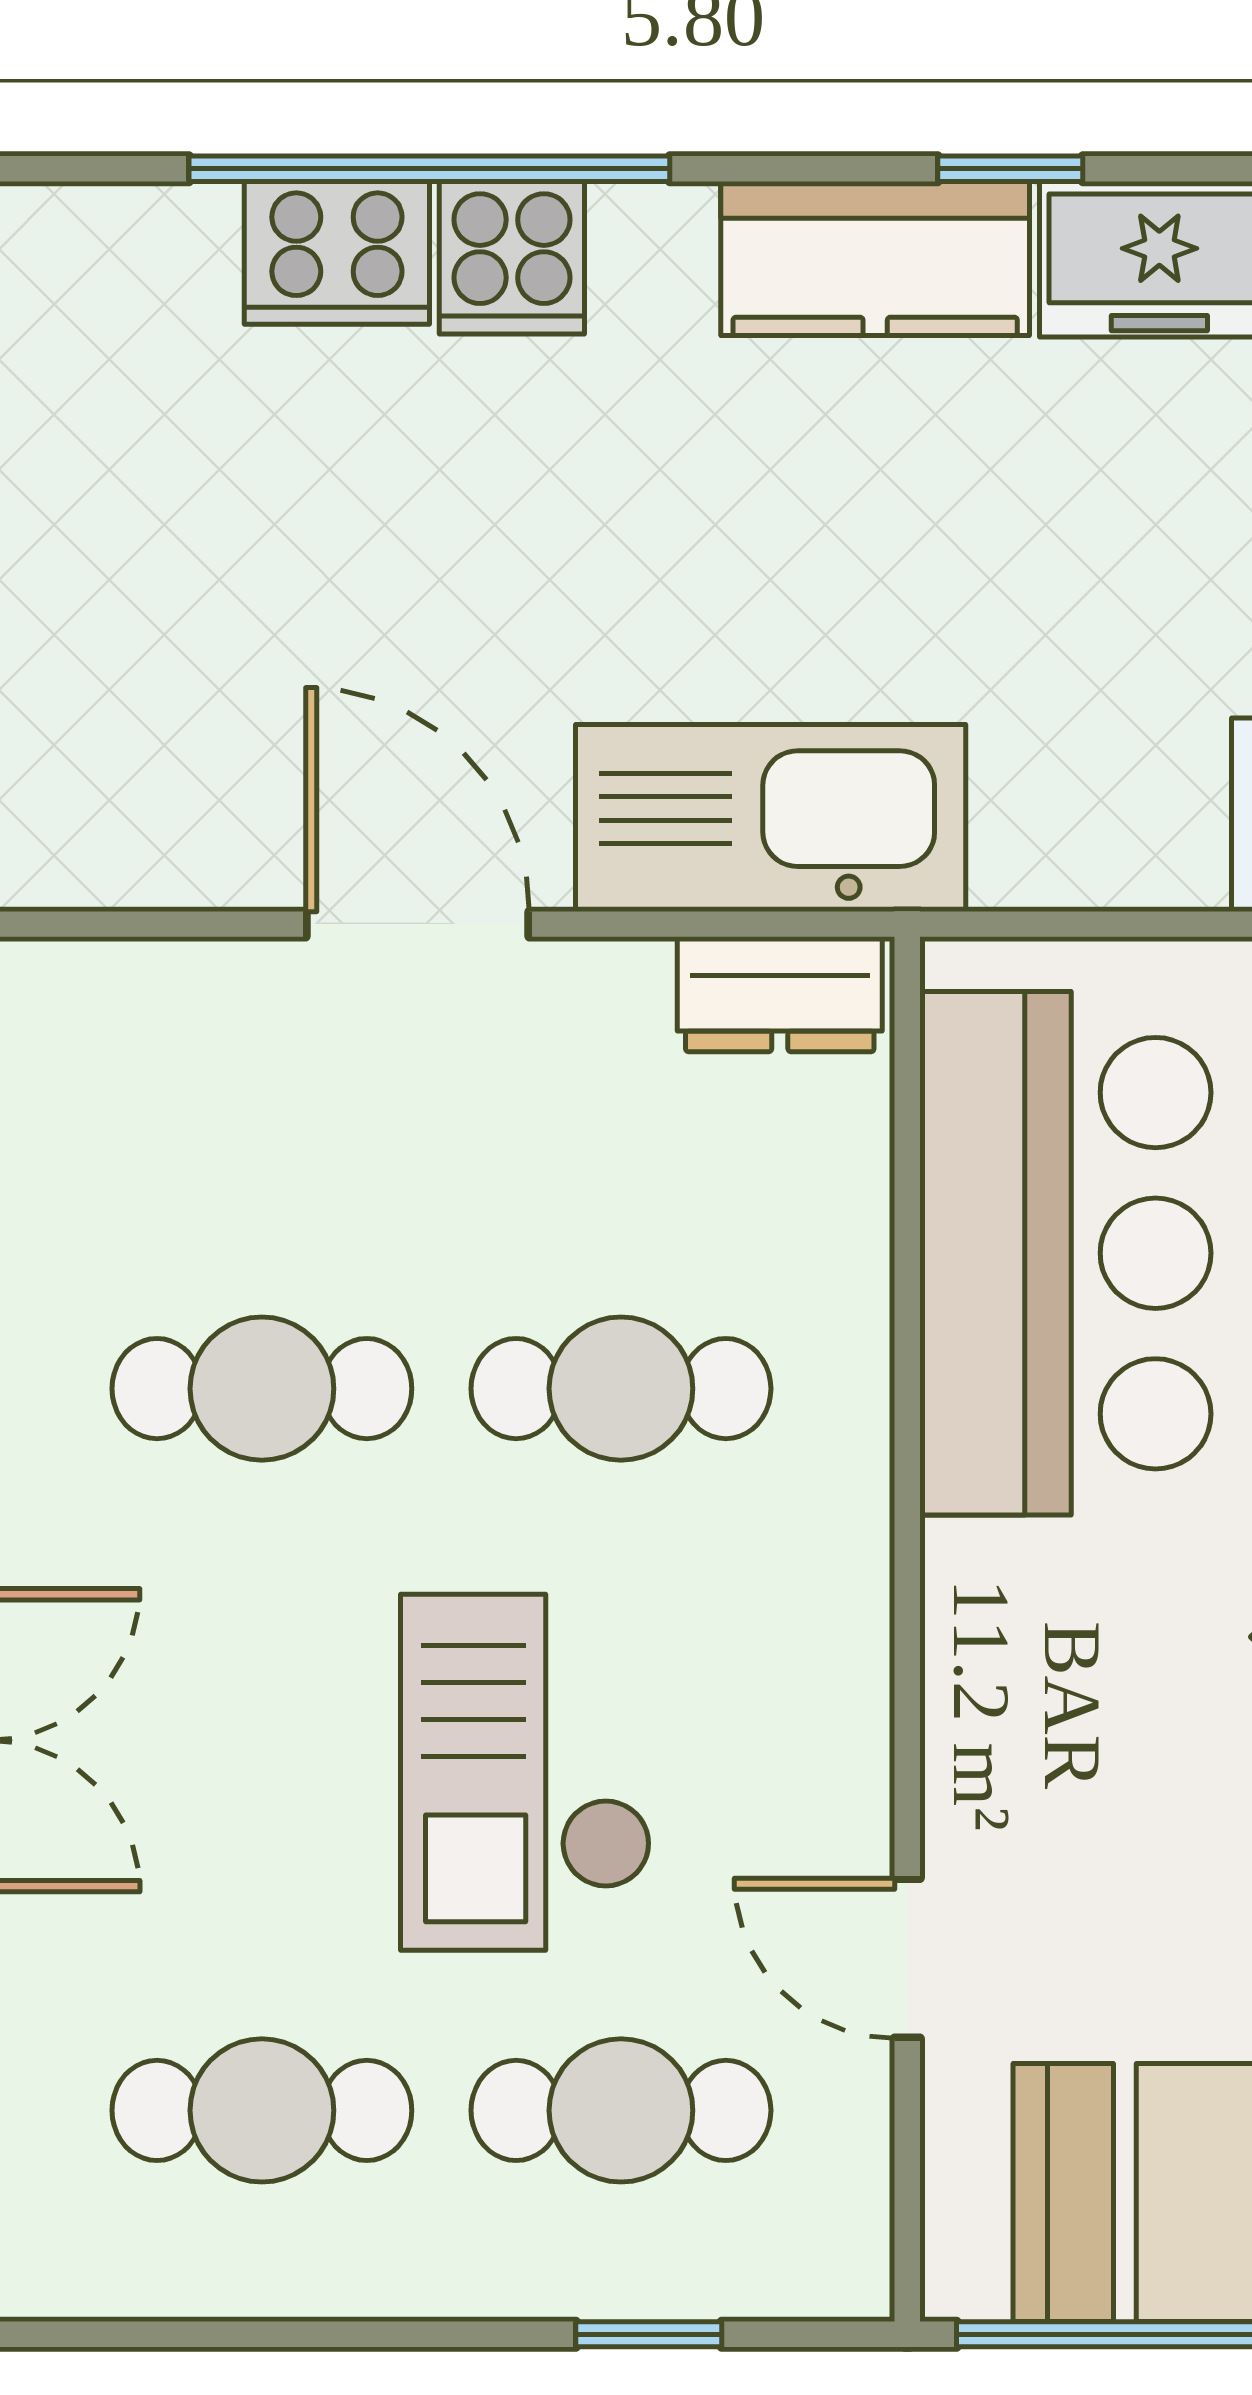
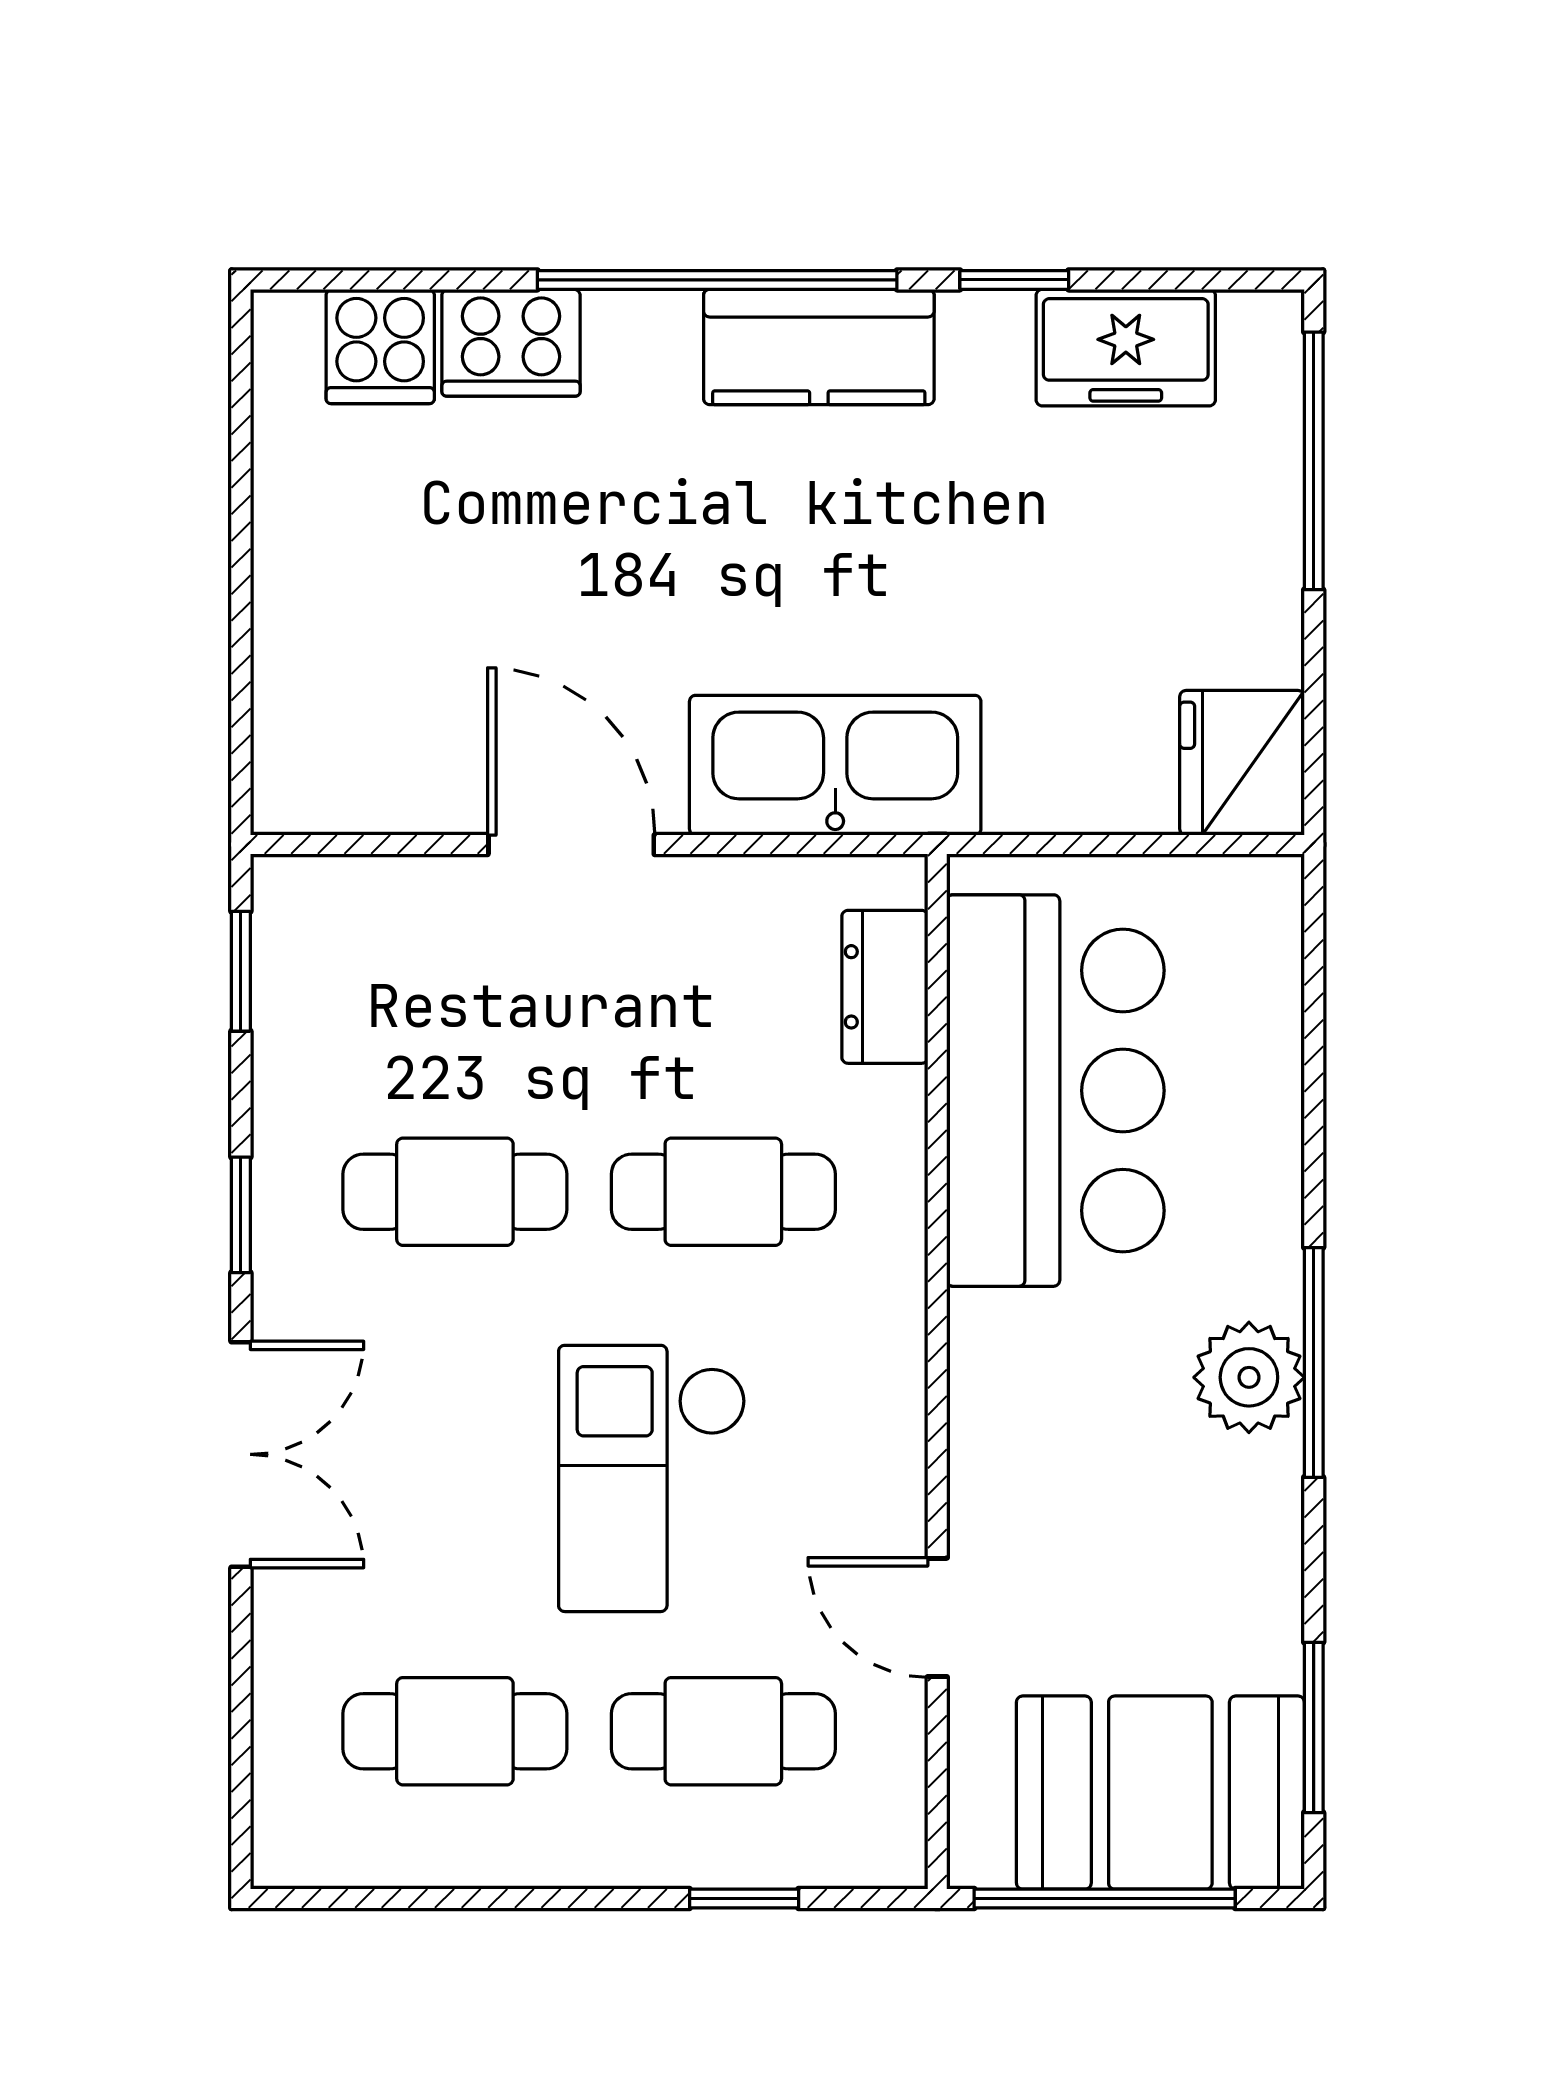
window: (429, 169) -> (717, 280), moved
cooker: (512, 258) -> (380, 346), moved
kitchen counter: (875, 258) -> (819, 347), moved
dresser: (780, 994) -> (885, 987), moved, turned 90

